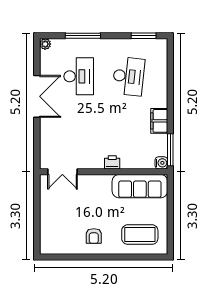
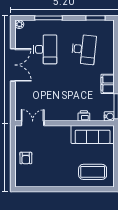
printer: (112, 162) -> (84, 116), moved
double door: (62, 172) -> (33, 123), swing flipped
armchair: (94, 236) -> (26, 158), moved

